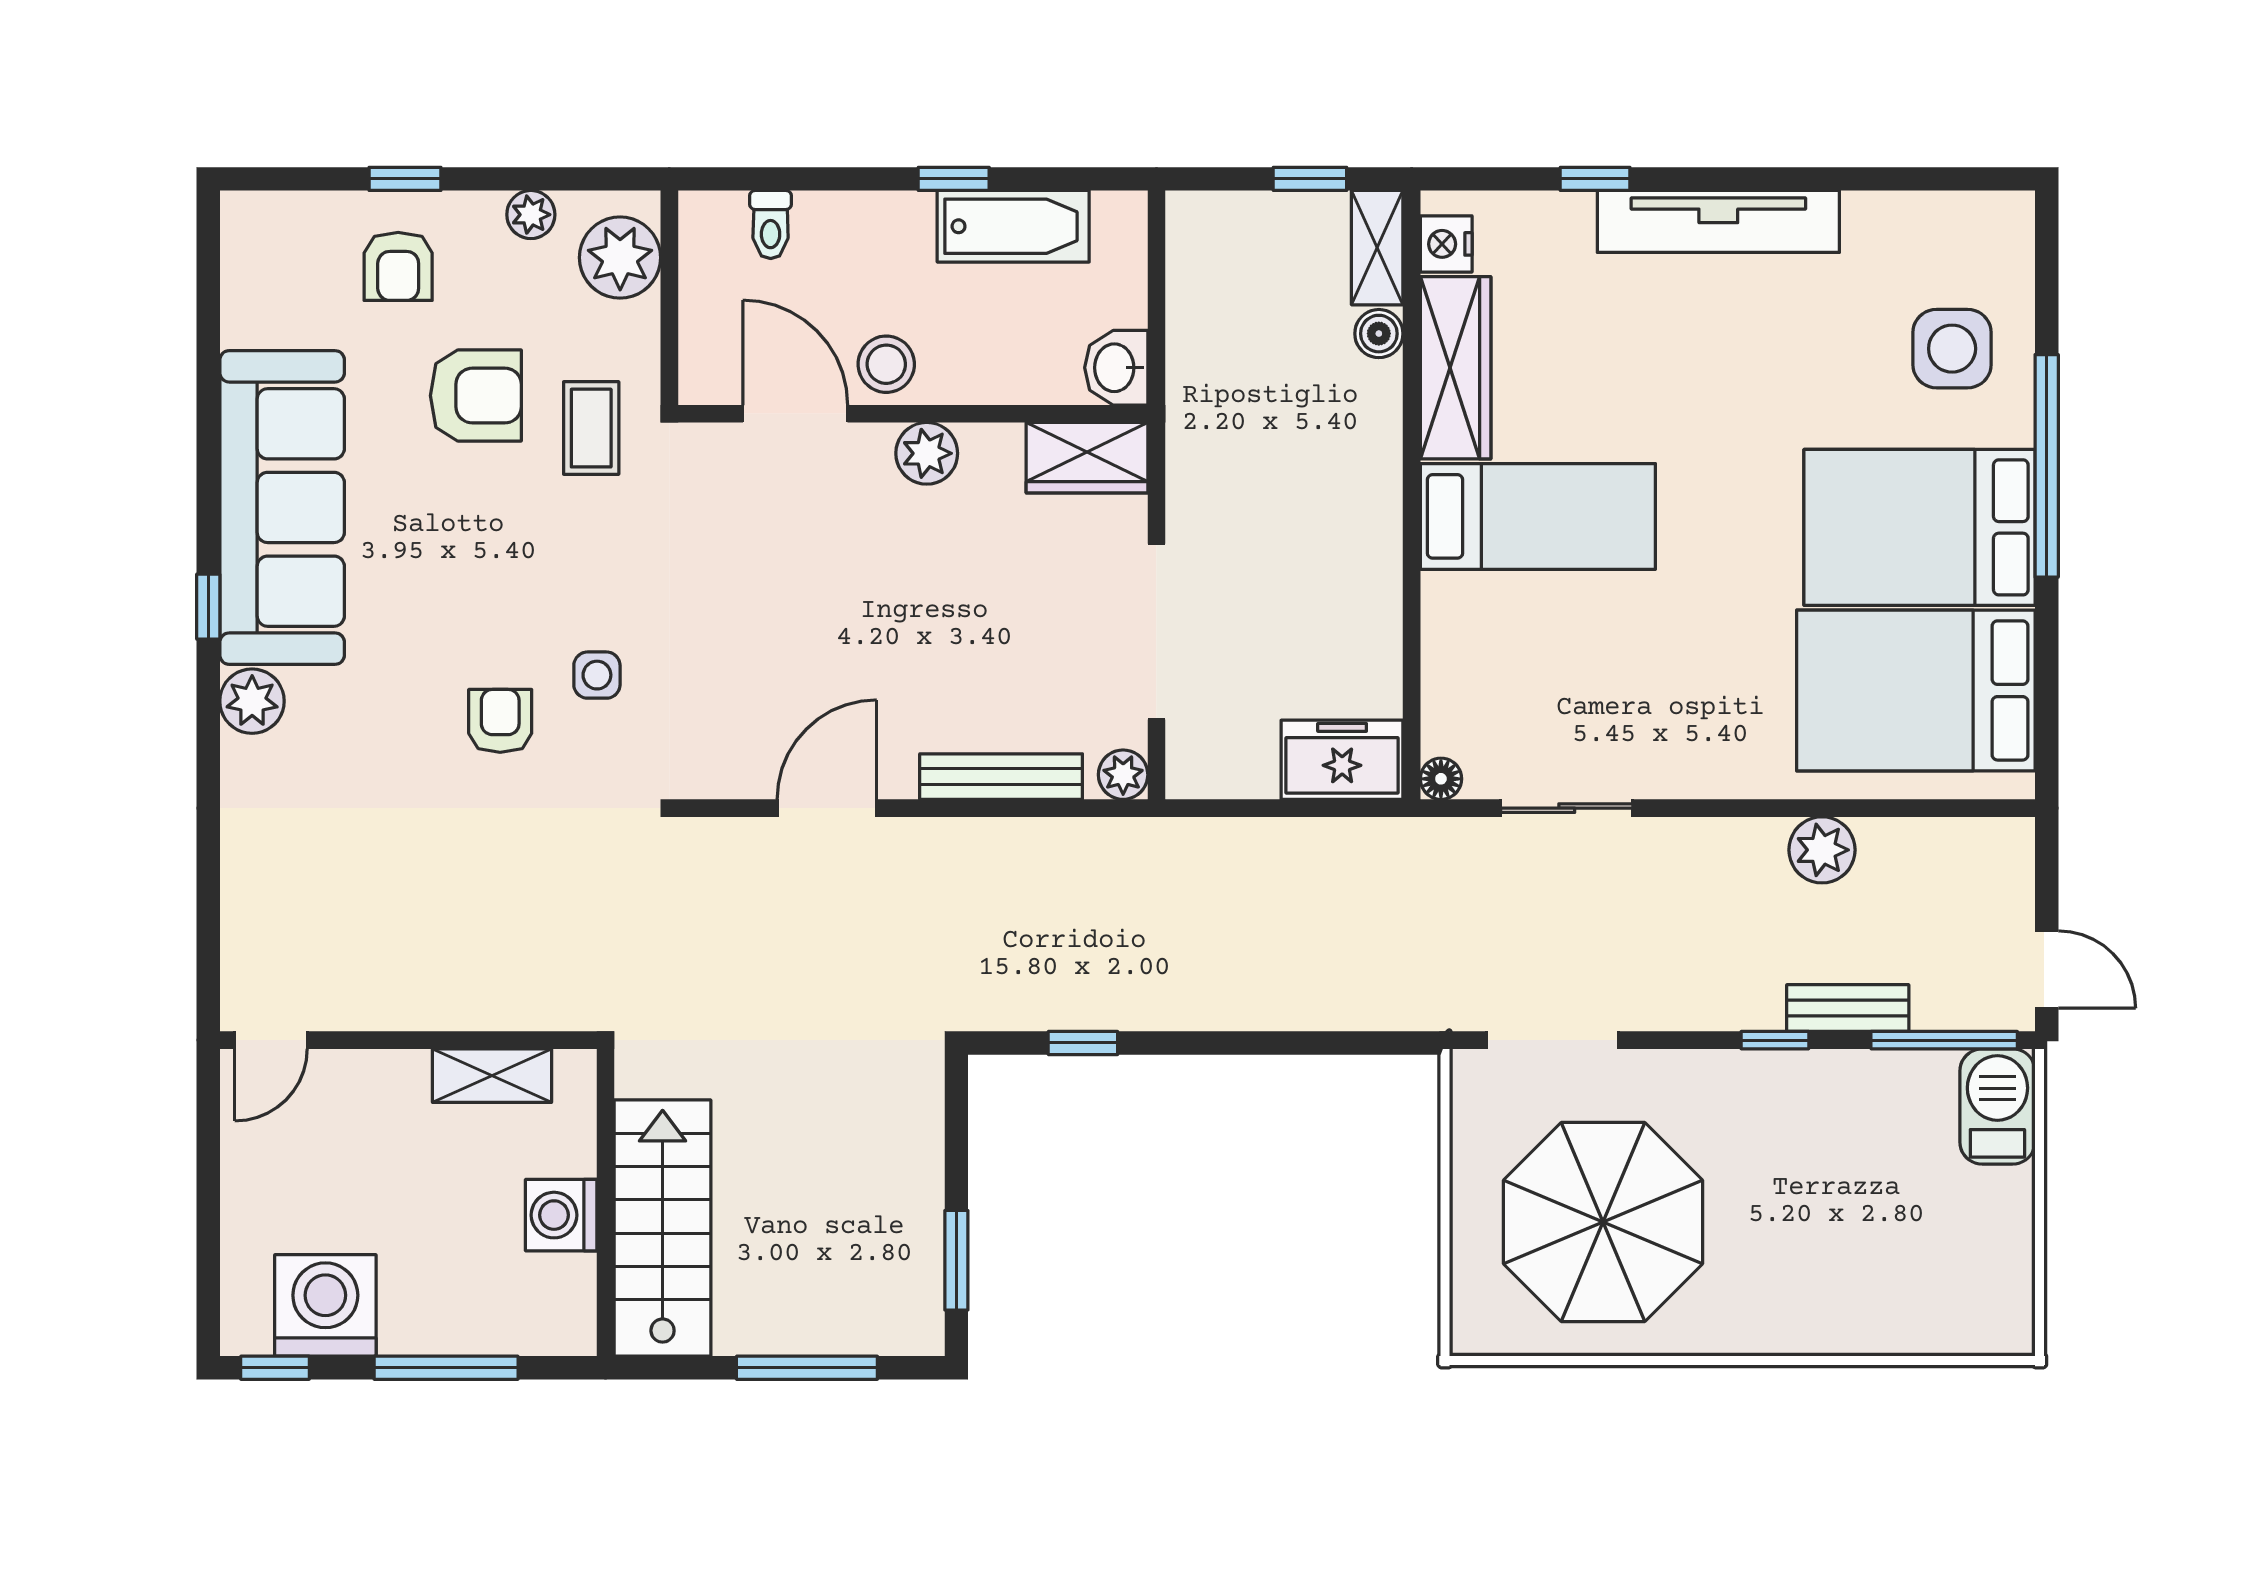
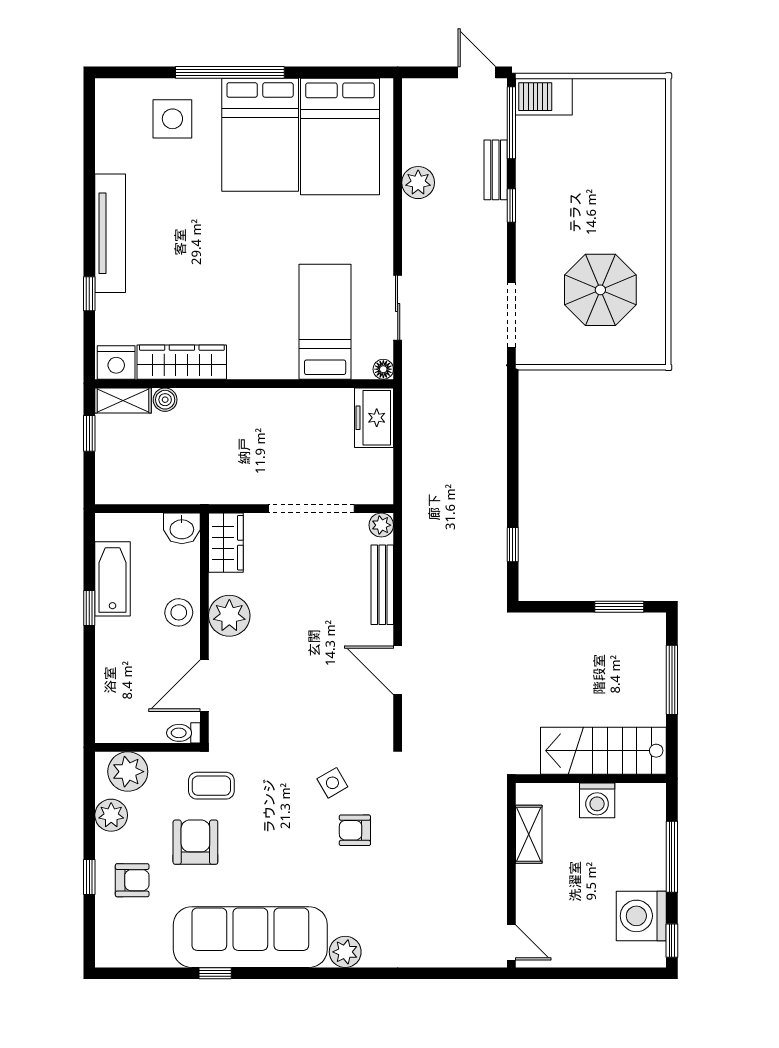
plant: (531, 215) -> (111, 815), width x1.38, depth x1.38
toilet: (771, 225) -> (183, 733), moved, turned 180
nightstand: (1446, 244) -> (116, 363), width x1.36, depth x1.33
stool: (886, 364) -> (179, 612), moved
plant: (927, 453) -> (229, 616), width x1.36, depth x1.36
bed: (1538, 516) -> (325, 322), moved
window: (208, 607) -> (215, 973), moved
side table: (597, 675) -> (332, 783), turned -30
door: (2047, 970) -> (477, 72), hinge flipped
parasol: (1603, 1222) -> (600, 290), width x0.73, depth x0.73

